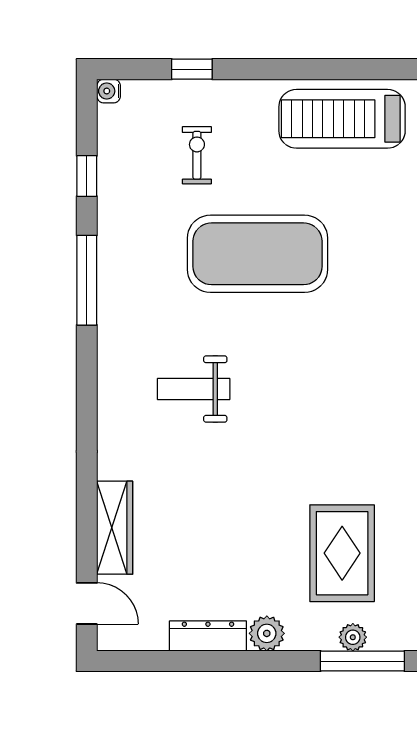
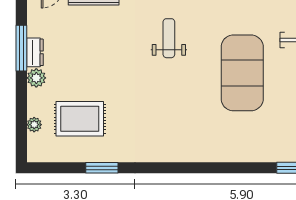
dresser: (208, 636) -> (35, 52), width x0.70
window: (362, 661) -> (21, 48), moved

